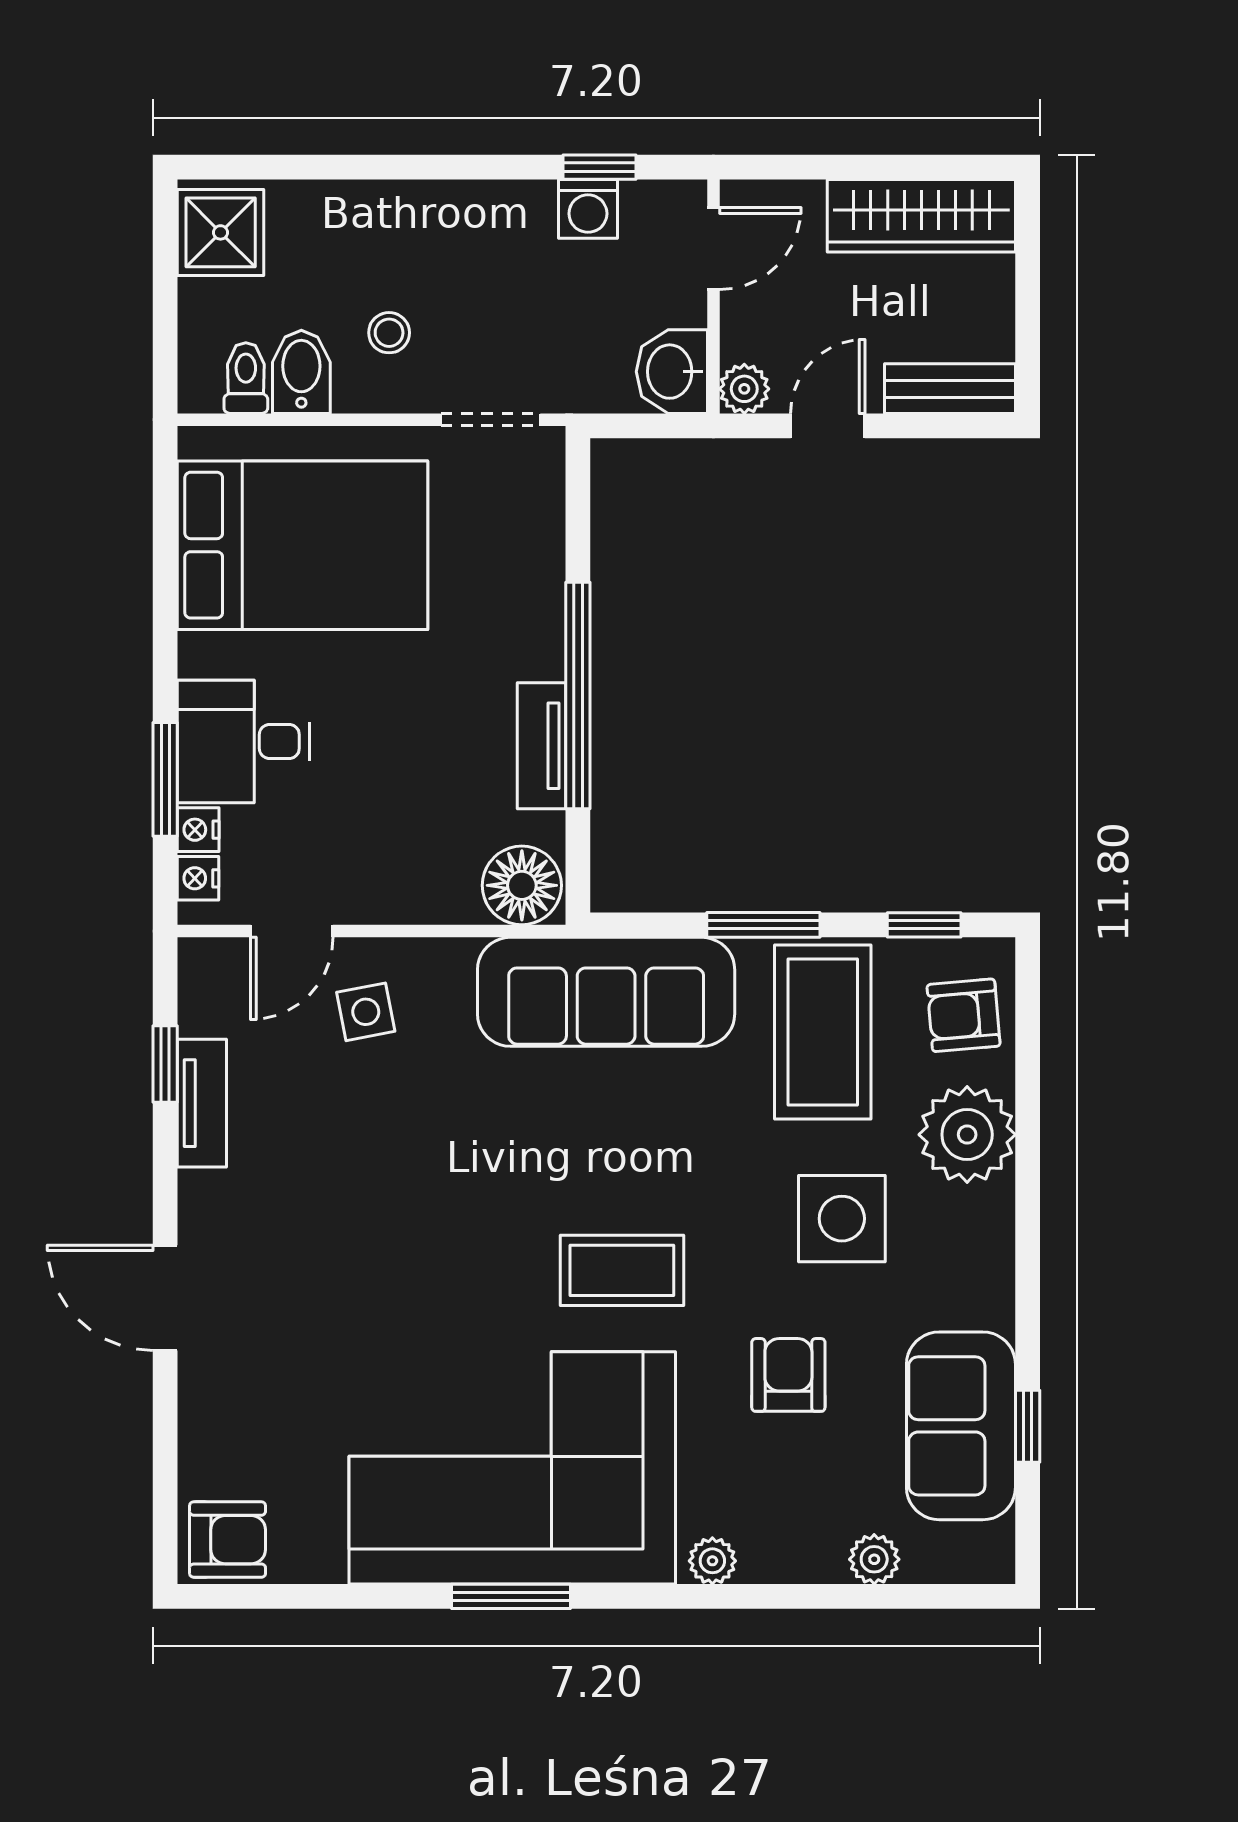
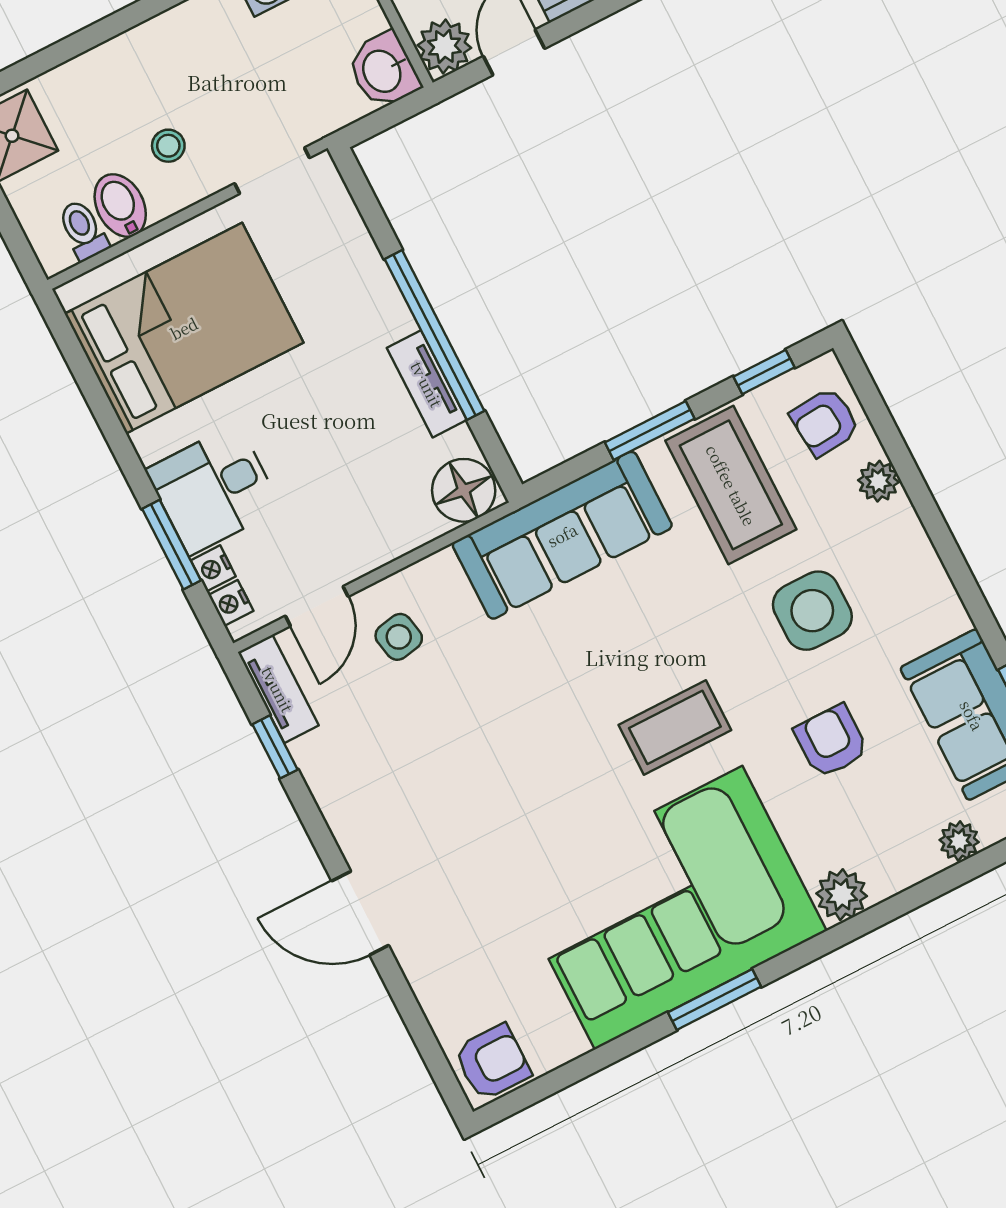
plant: (744, 389) -> (444, 46), width x1.38, depth x1.38
tv unit: (202, 1103) -> (278, 689), moved
plant: (967, 1135) -> (879, 481), width x0.53, depth x0.53
plant: (712, 1561) -> (842, 895), width x1.38, depth x1.38

